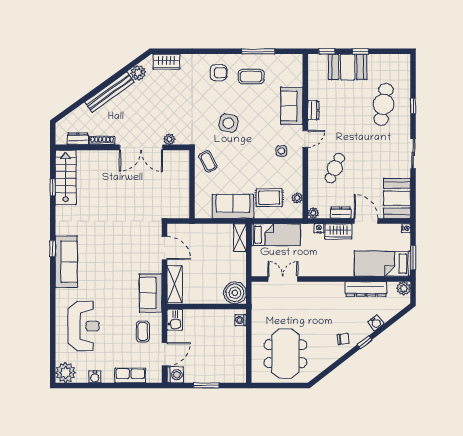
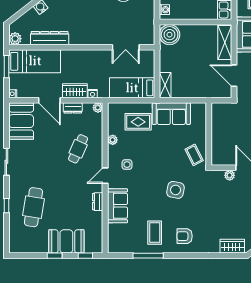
coffee table: (251, 77) -> (155, 233), turned 90
plant: (297, 198) -> (113, 140), moved

